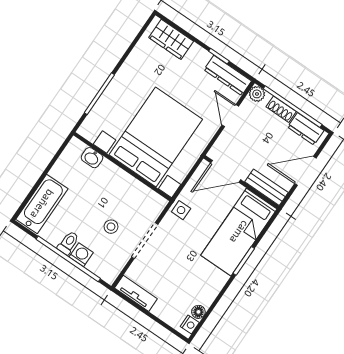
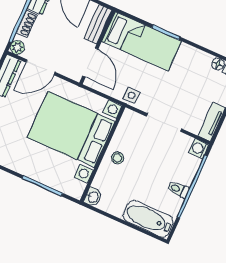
door: (230, 116) -> (41, 67), width x1.38
washbasin: (92, 158) -> (93, 197), moved
stool: (111, 227) -> (118, 158), moved
washing machine: (81, 255) -> (199, 149), moved

